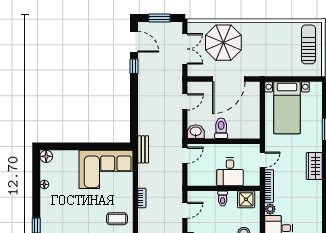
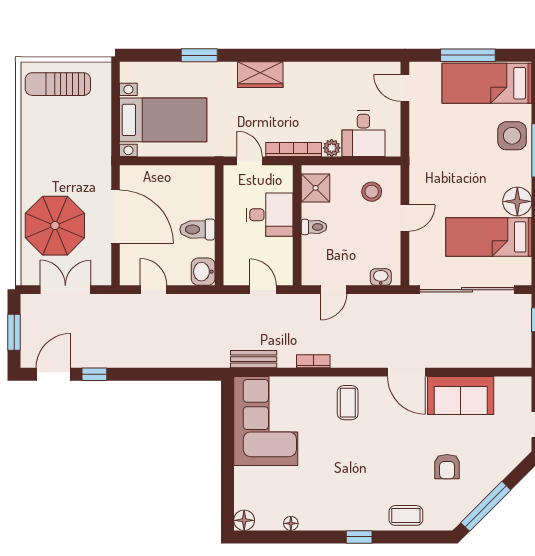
bench: (143, 149) -> (254, 359), moved
door: (185, 155) -> (263, 290), moved
door: (185, 210) -> (334, 290), swing flipped

